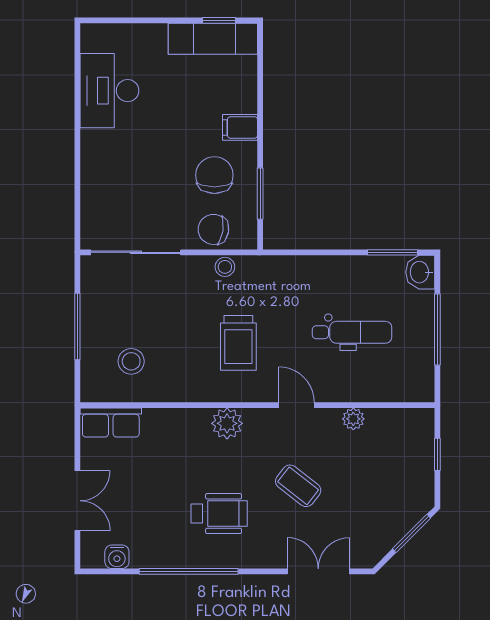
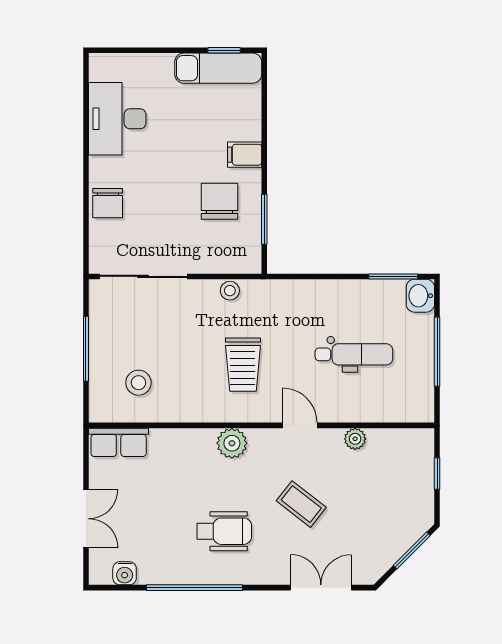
chair: (213, 229) -> (108, 203), moved, turned -99

